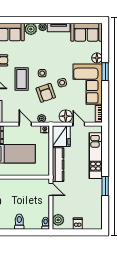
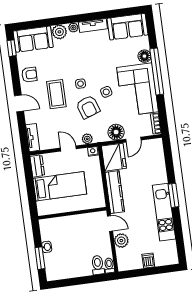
window: (105, 72) -> (157, 71), width x2.11
door: (79, 124) -> (133, 140), swing flipped
kitchen unit: (96, 156) -> (164, 212), moved
window: (105, 186) -> (173, 195), moved
plant: (58, 220) -> (121, 241), moved
toilet: (19, 222) -> (98, 265), moved

